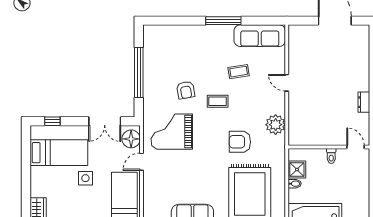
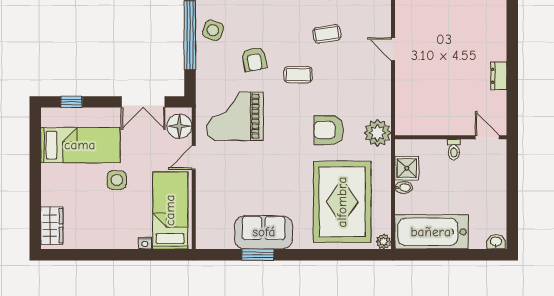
side table: (156, 69) -> (213, 30), added
plant: (276, 125) -> (377, 133), moved

